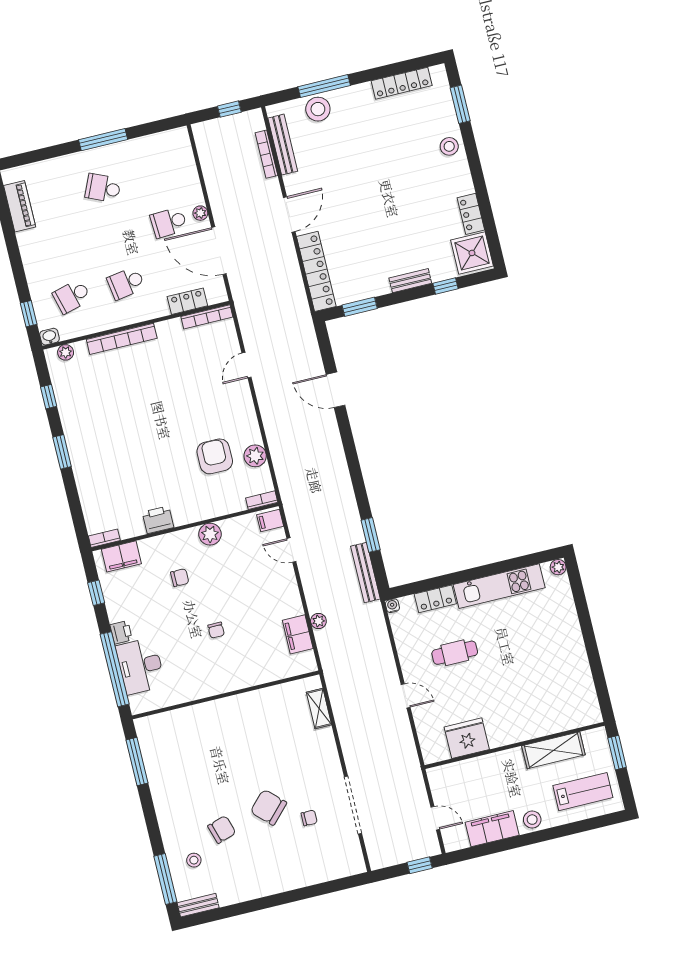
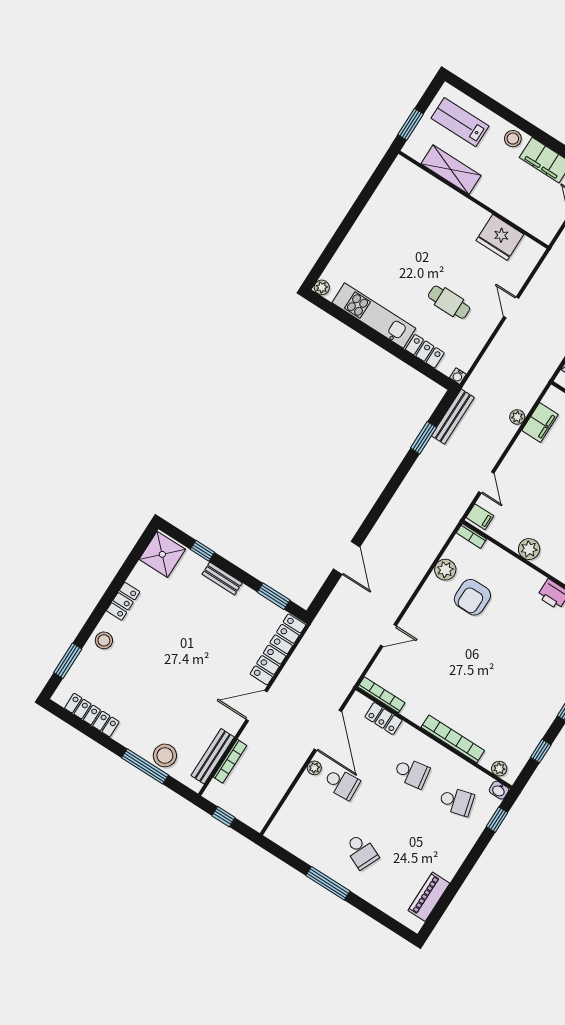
locker: (471, 214) -> (123, 601), moved

